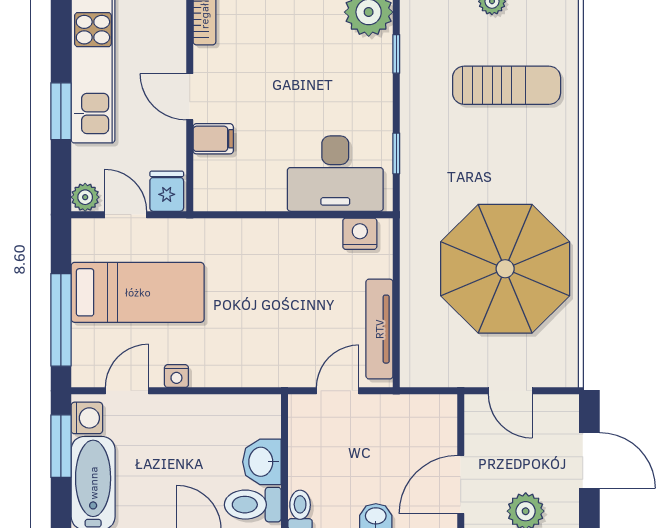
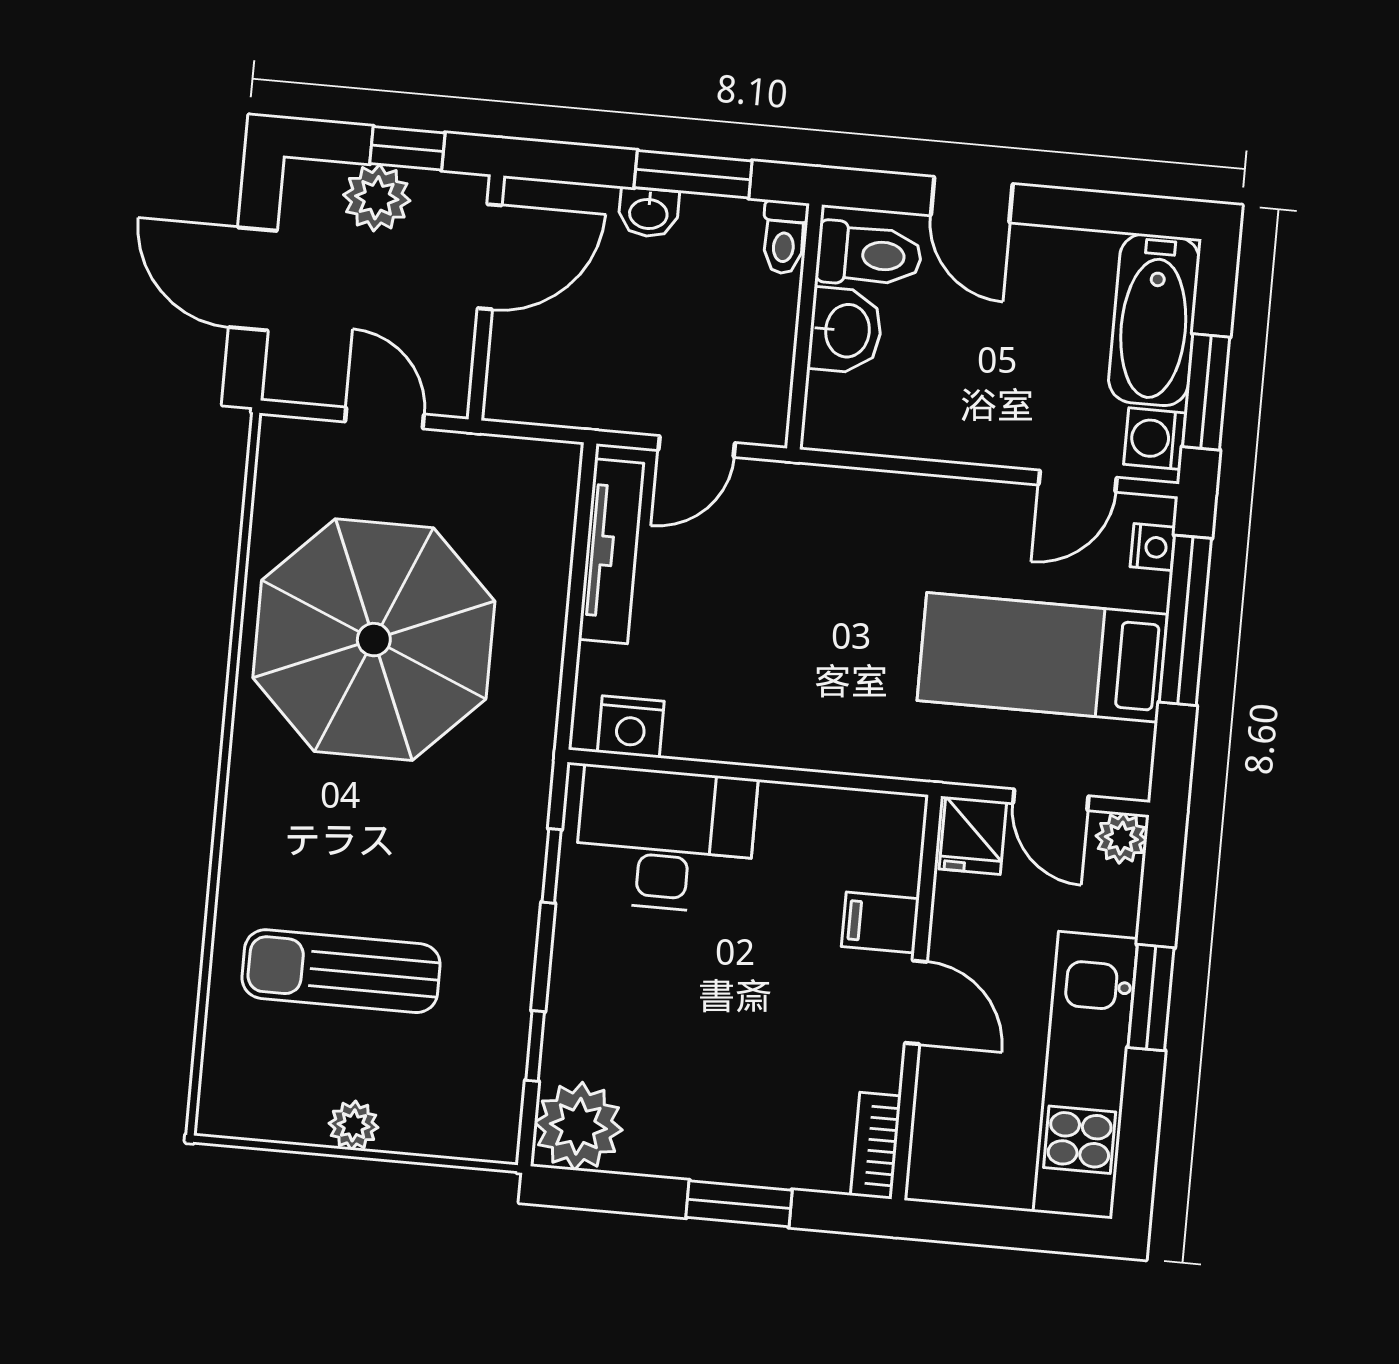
nightstand: (176, 376) -> (1153, 547), moved, turned 90

